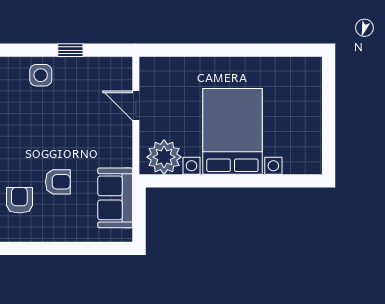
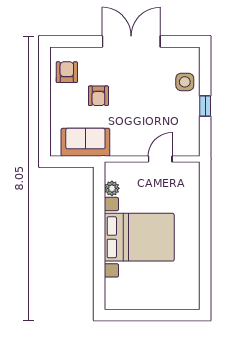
plant: (164, 157) -> (112, 188), width x0.53, depth x0.53
armchair: (19, 200) -> (67, 72), moved, turned -90

